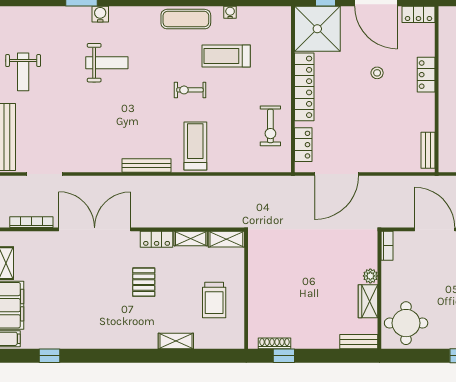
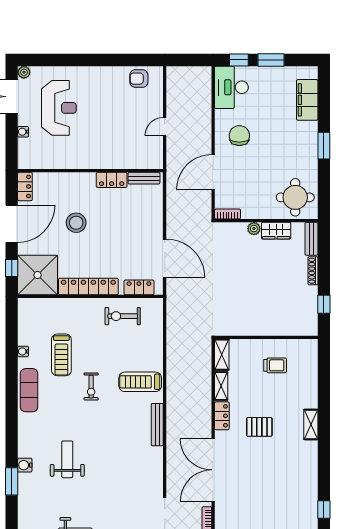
stool: (377, 73) -> (76, 223), width x1.89, depth x1.89
locker: (426, 75) -> (112, 180), moved
exercise bike: (270, 126) -> (123, 316), turned 180
trolley: (214, 300) -> (275, 365), width x0.73, depth x0.72
shelving: (176, 341) -> (311, 424), moved
shoe rack: (275, 343) -> (313, 271), moved

